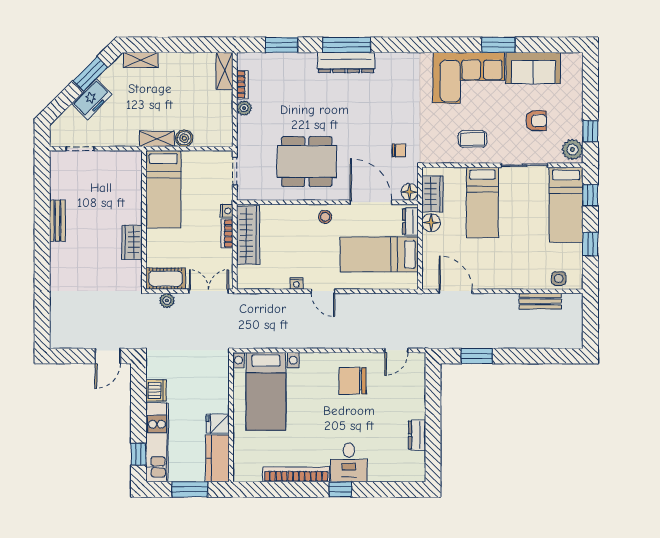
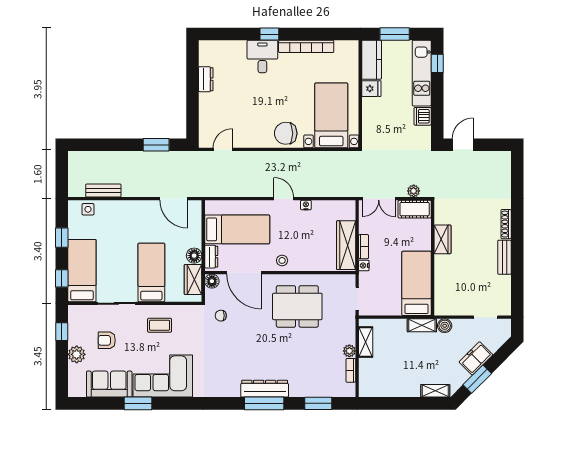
shelving: (225, 71) -> (366, 342), moved
boiler: (184, 138) -> (445, 326), moved
plant: (572, 150) -> (77, 354), moved
shoe rack: (56, 261) -> (506, 224), added
chair: (352, 381) -> (286, 133), moved, turned 180

